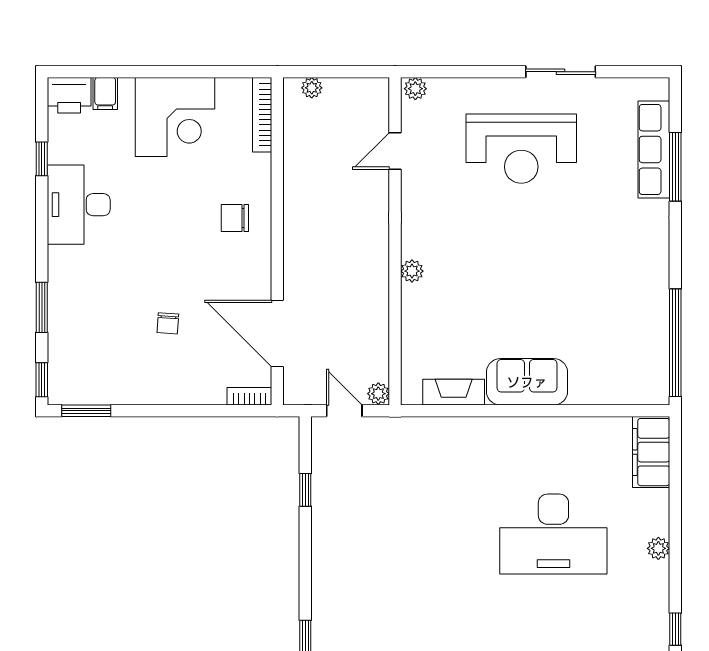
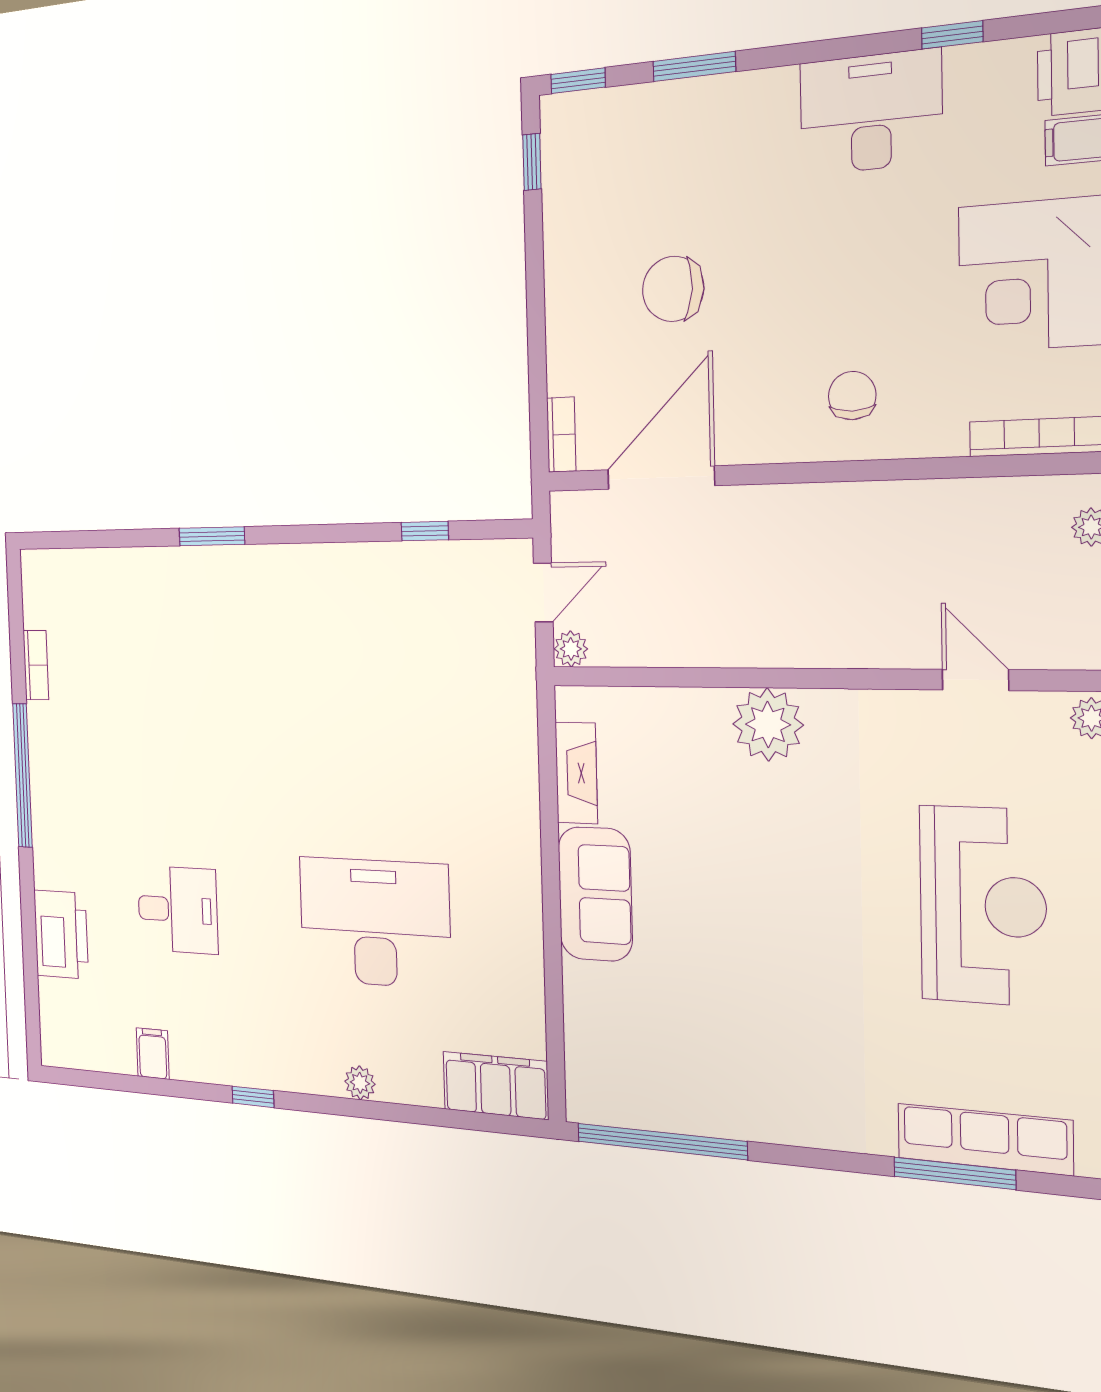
reception desk: (521, 149) -> (983, 906), turned 180
plant: (412, 271) -> (768, 725), width x1.88, depth x1.88
chair: (168, 323) -> (673, 289), width x1.87, depth x1.87
window: (86, 411) -> (532, 162), width x0.67
desk: (553, 534) -> (375, 923), turned 90

